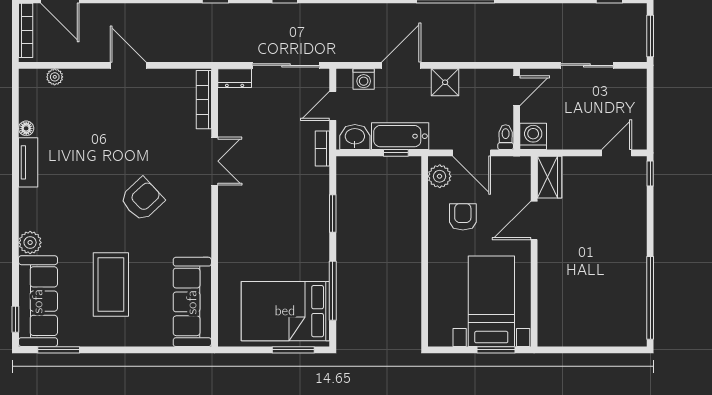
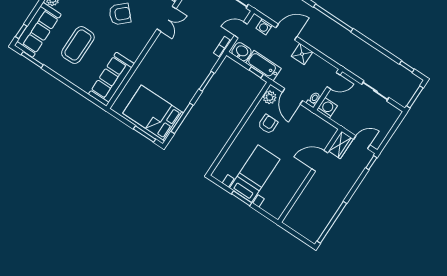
wardrobe: (549, 177) -> (341, 145), moved
door: (534, 220) -> (320, 161), moved
wall: (534, 251) -> (310, 176), moved

